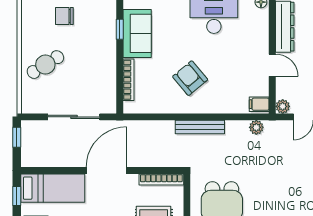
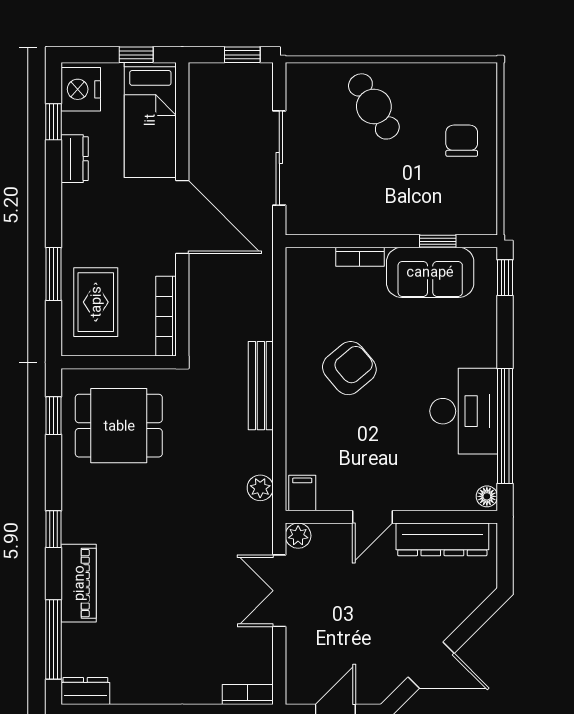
bookcase: (129, 80) -> (360, 257), width x0.64

